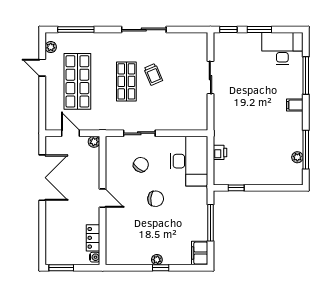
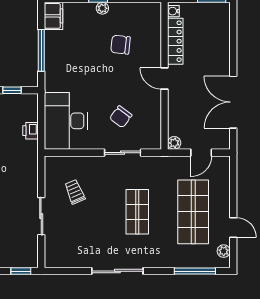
trolley: (153, 74) -> (75, 192), moved
door: (70, 133) -> (201, 153), hinge flipped
chair: (156, 199) -> (120, 45), moved
locker: (93, 238) -> (175, 41), width x1.53

